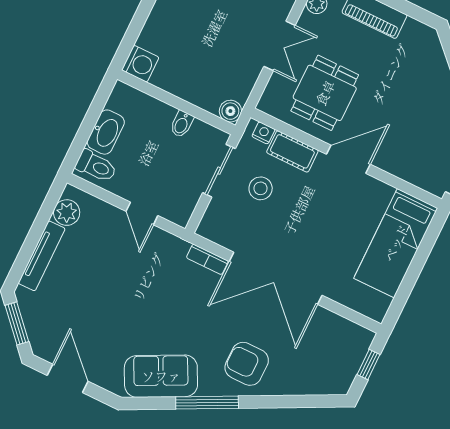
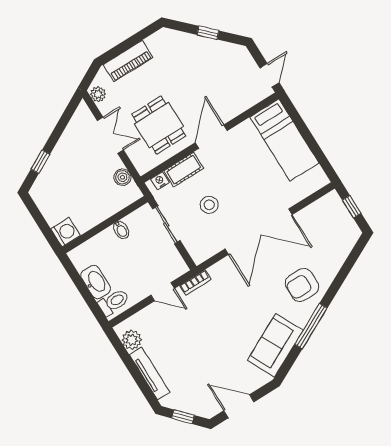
boiler: (230, 111) -> (122, 177), moved
stool: (261, 188) -> (209, 205), moved
bookcase: (207, 259) -> (195, 283), moved
window: (17, 323) -> (183, 417), width x0.67

